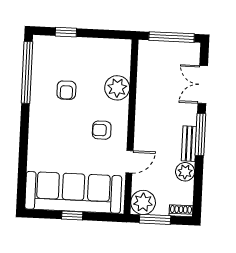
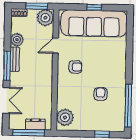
dresser: (161, 49) -> (35, 124), added
plant: (117, 88) -> (65, 117), moved

